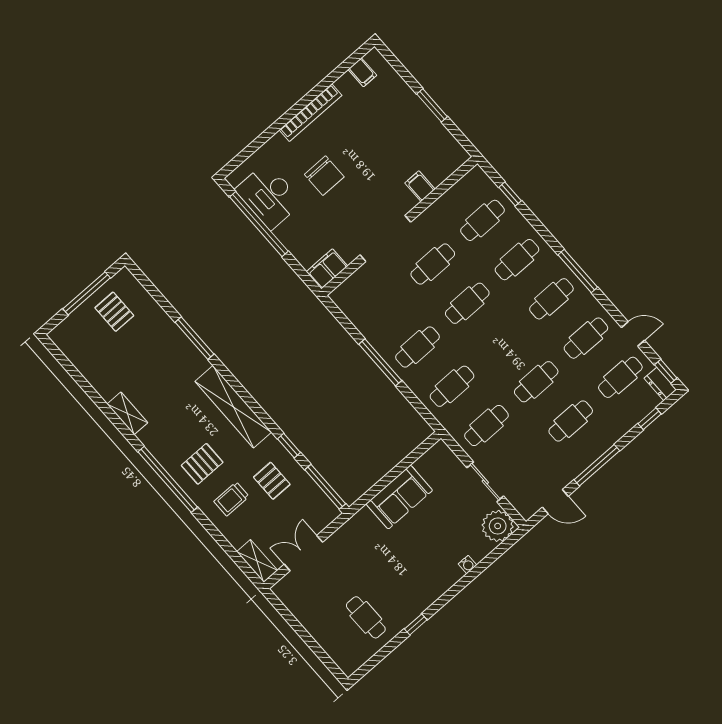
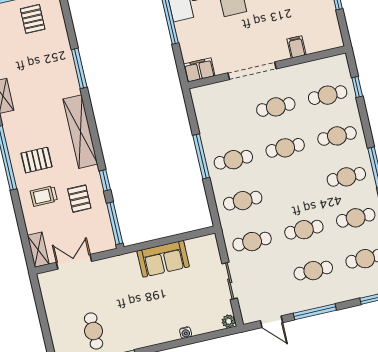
plant: (498, 526) -> (229, 321), width x0.53, depth x0.53

